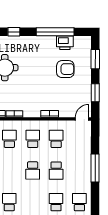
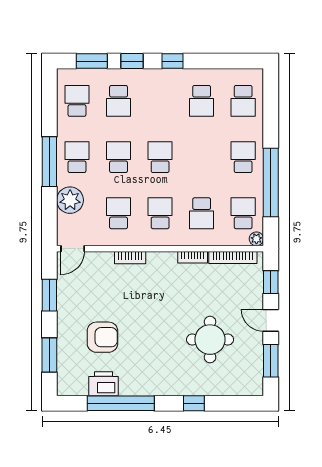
armchair: (65, 69) -> (102, 337), turned 180
school desk: (33, 139) -> (160, 213), turned 180
school desk: (56, 139) -> (119, 213), turned 180
plant: (83, 146) -> (70, 200), added
school desk: (79, 171) -> (77, 157), added
school desk: (79, 202) -> (77, 101), turned 180

